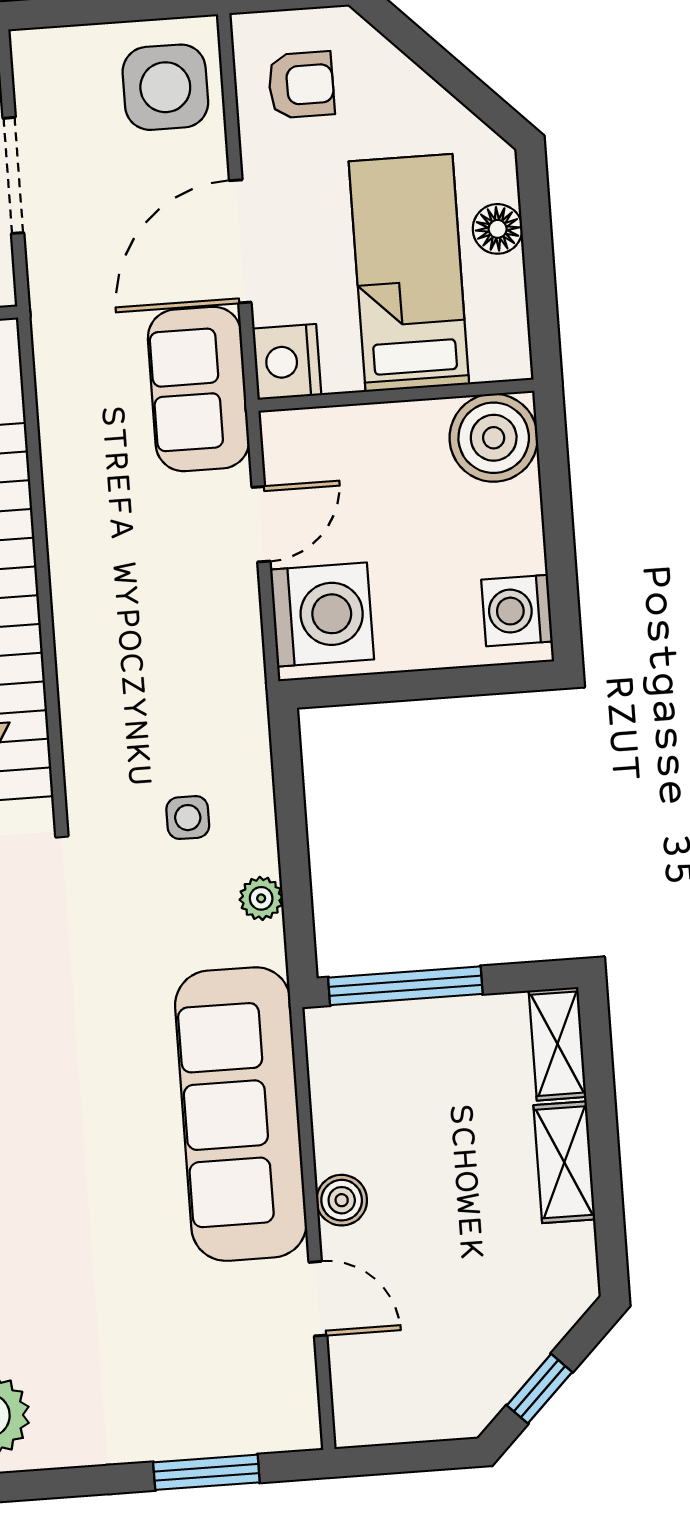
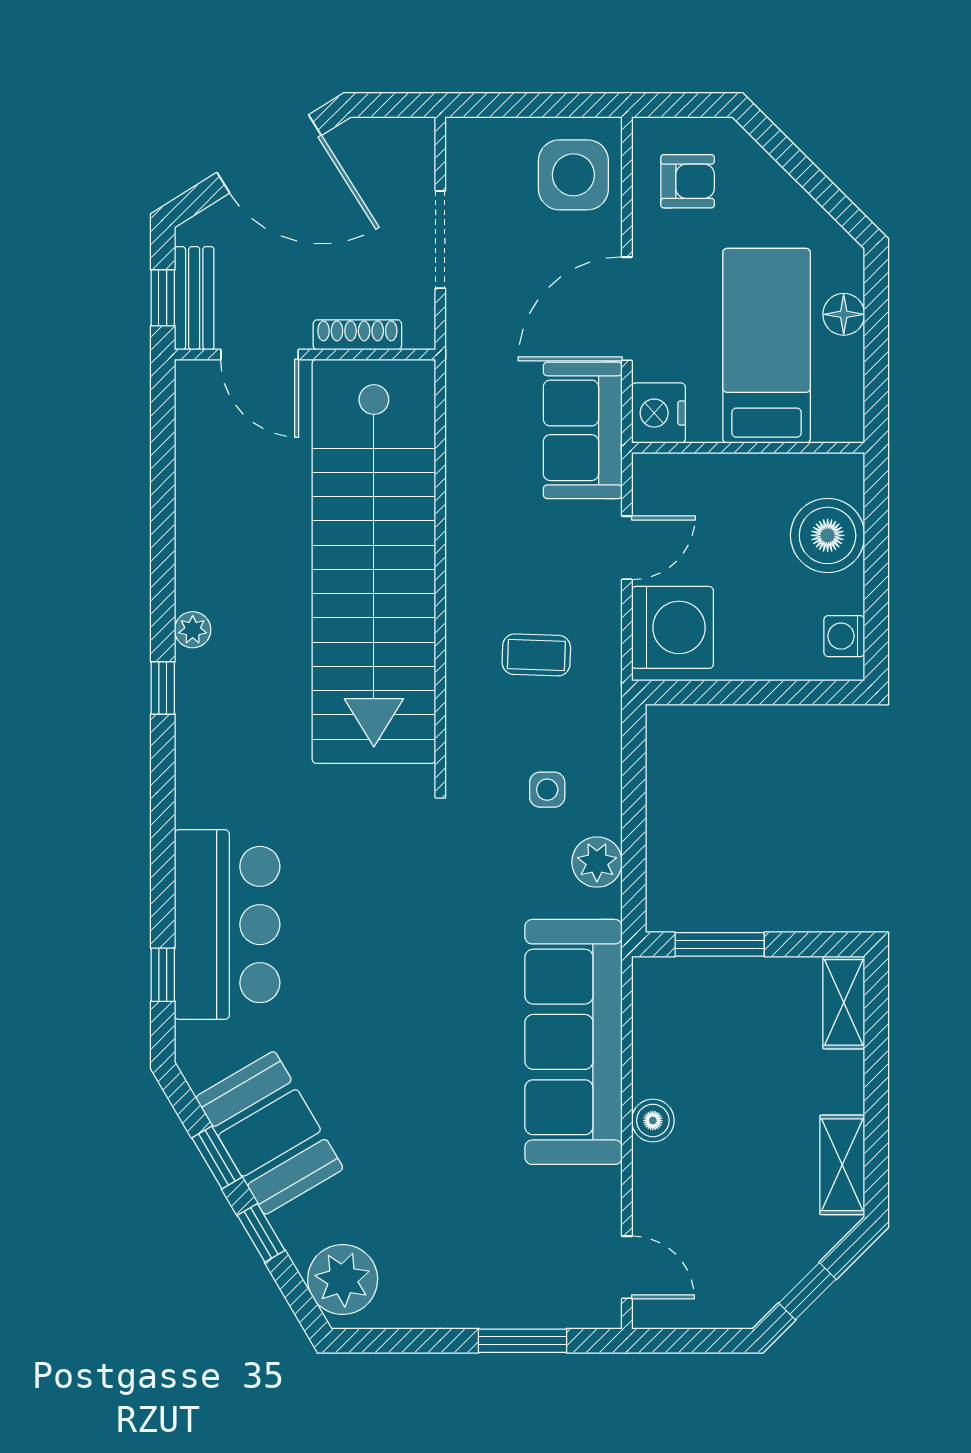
boiler: (494, 438) -> (828, 535), moved
washing machine: (517, 611) -> (844, 636), width x0.73, depth x0.73
coffee table: (163, 659) -> (536, 655), added
plant: (261, 898) -> (597, 862), width x1.38, depth x1.38
window: (405, 986) -> (720, 944), width x0.69
shelving: (564, 1162) -> (842, 1165), moved
door: (318, 1299) -> (627, 1267), moved

